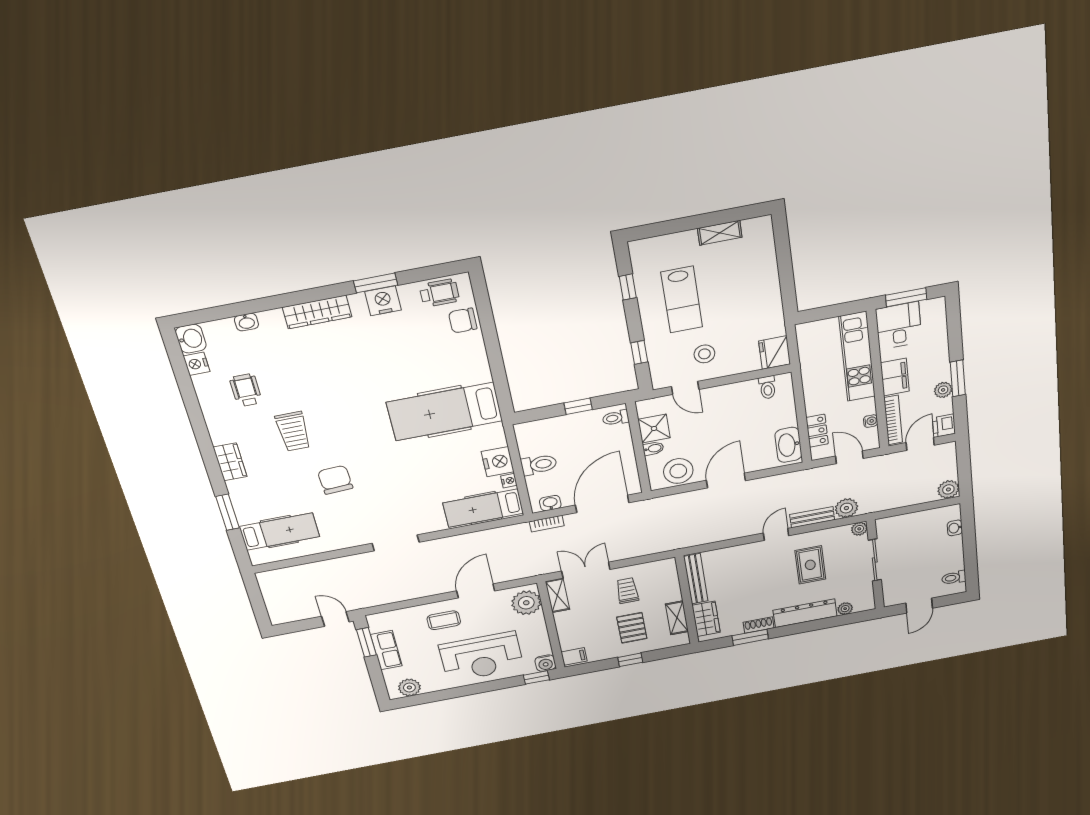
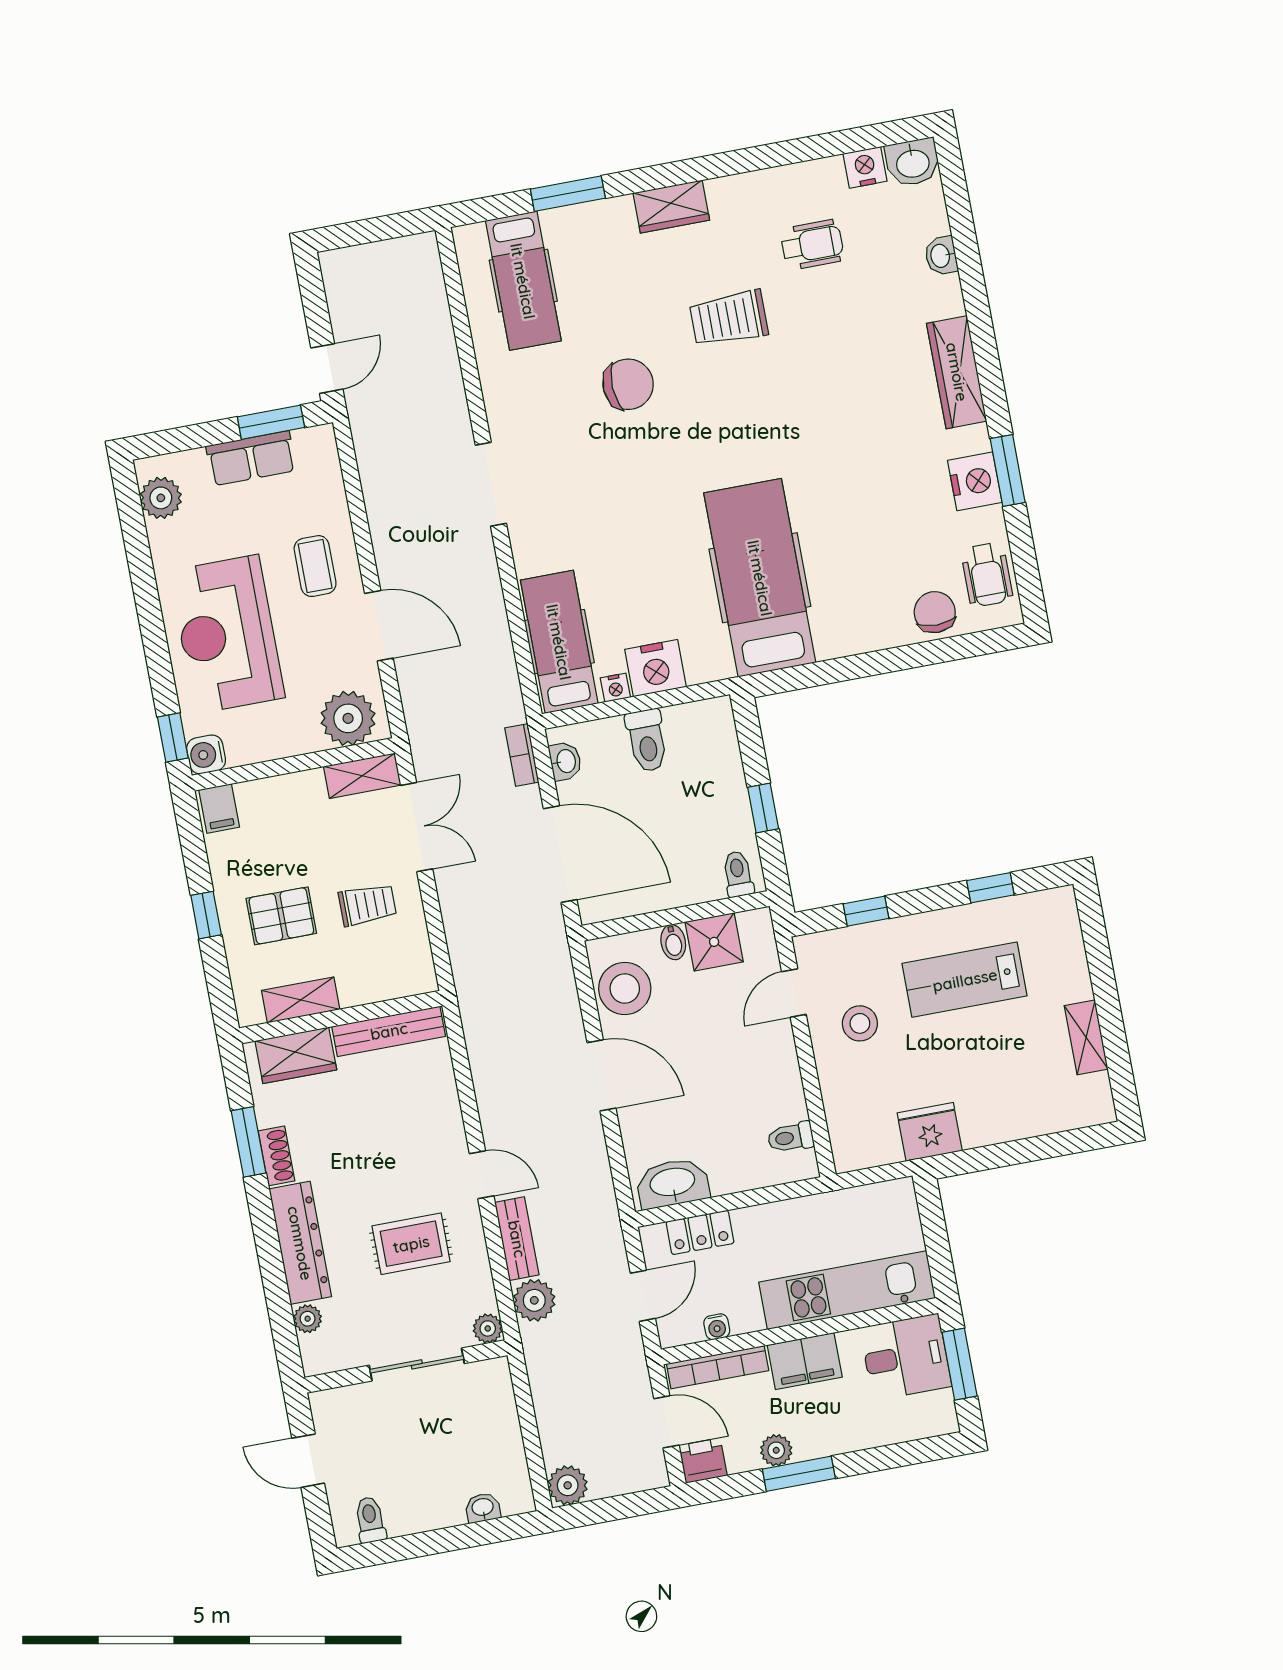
fridge: (775, 353) -> (930, 1132), moved

